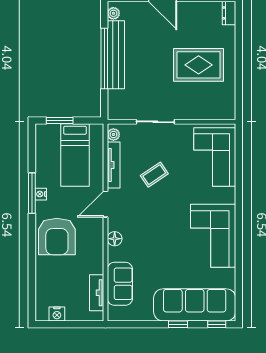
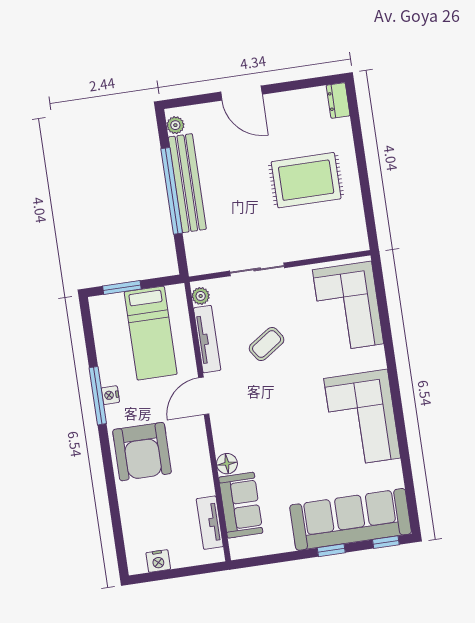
floor lamp: (115, 239) -> (227, 464), moved

